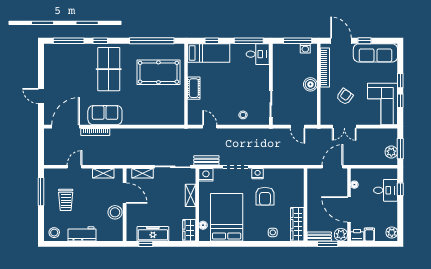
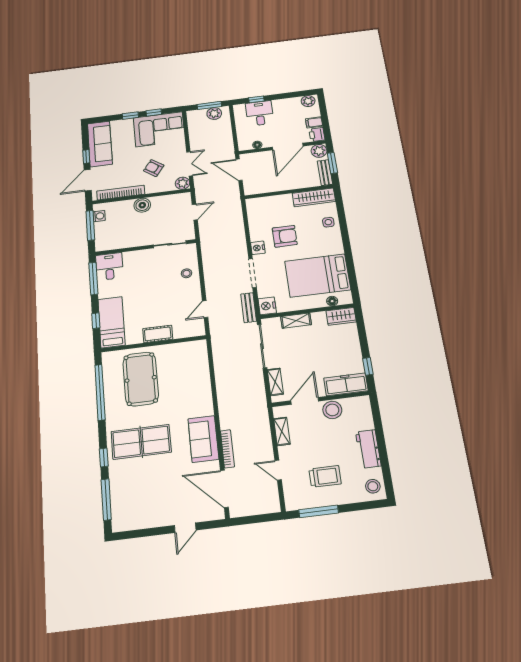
plant: (326, 119) -> (183, 183), added
freezer: (153, 234) -> (346, 384), moved, turned 90

